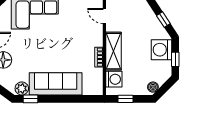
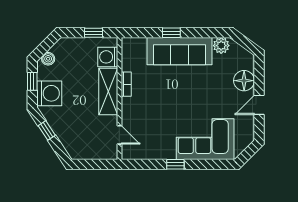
boiler: (153, 87) -> (48, 59), moved
window: (31, 99) -> (171, 33), moved

